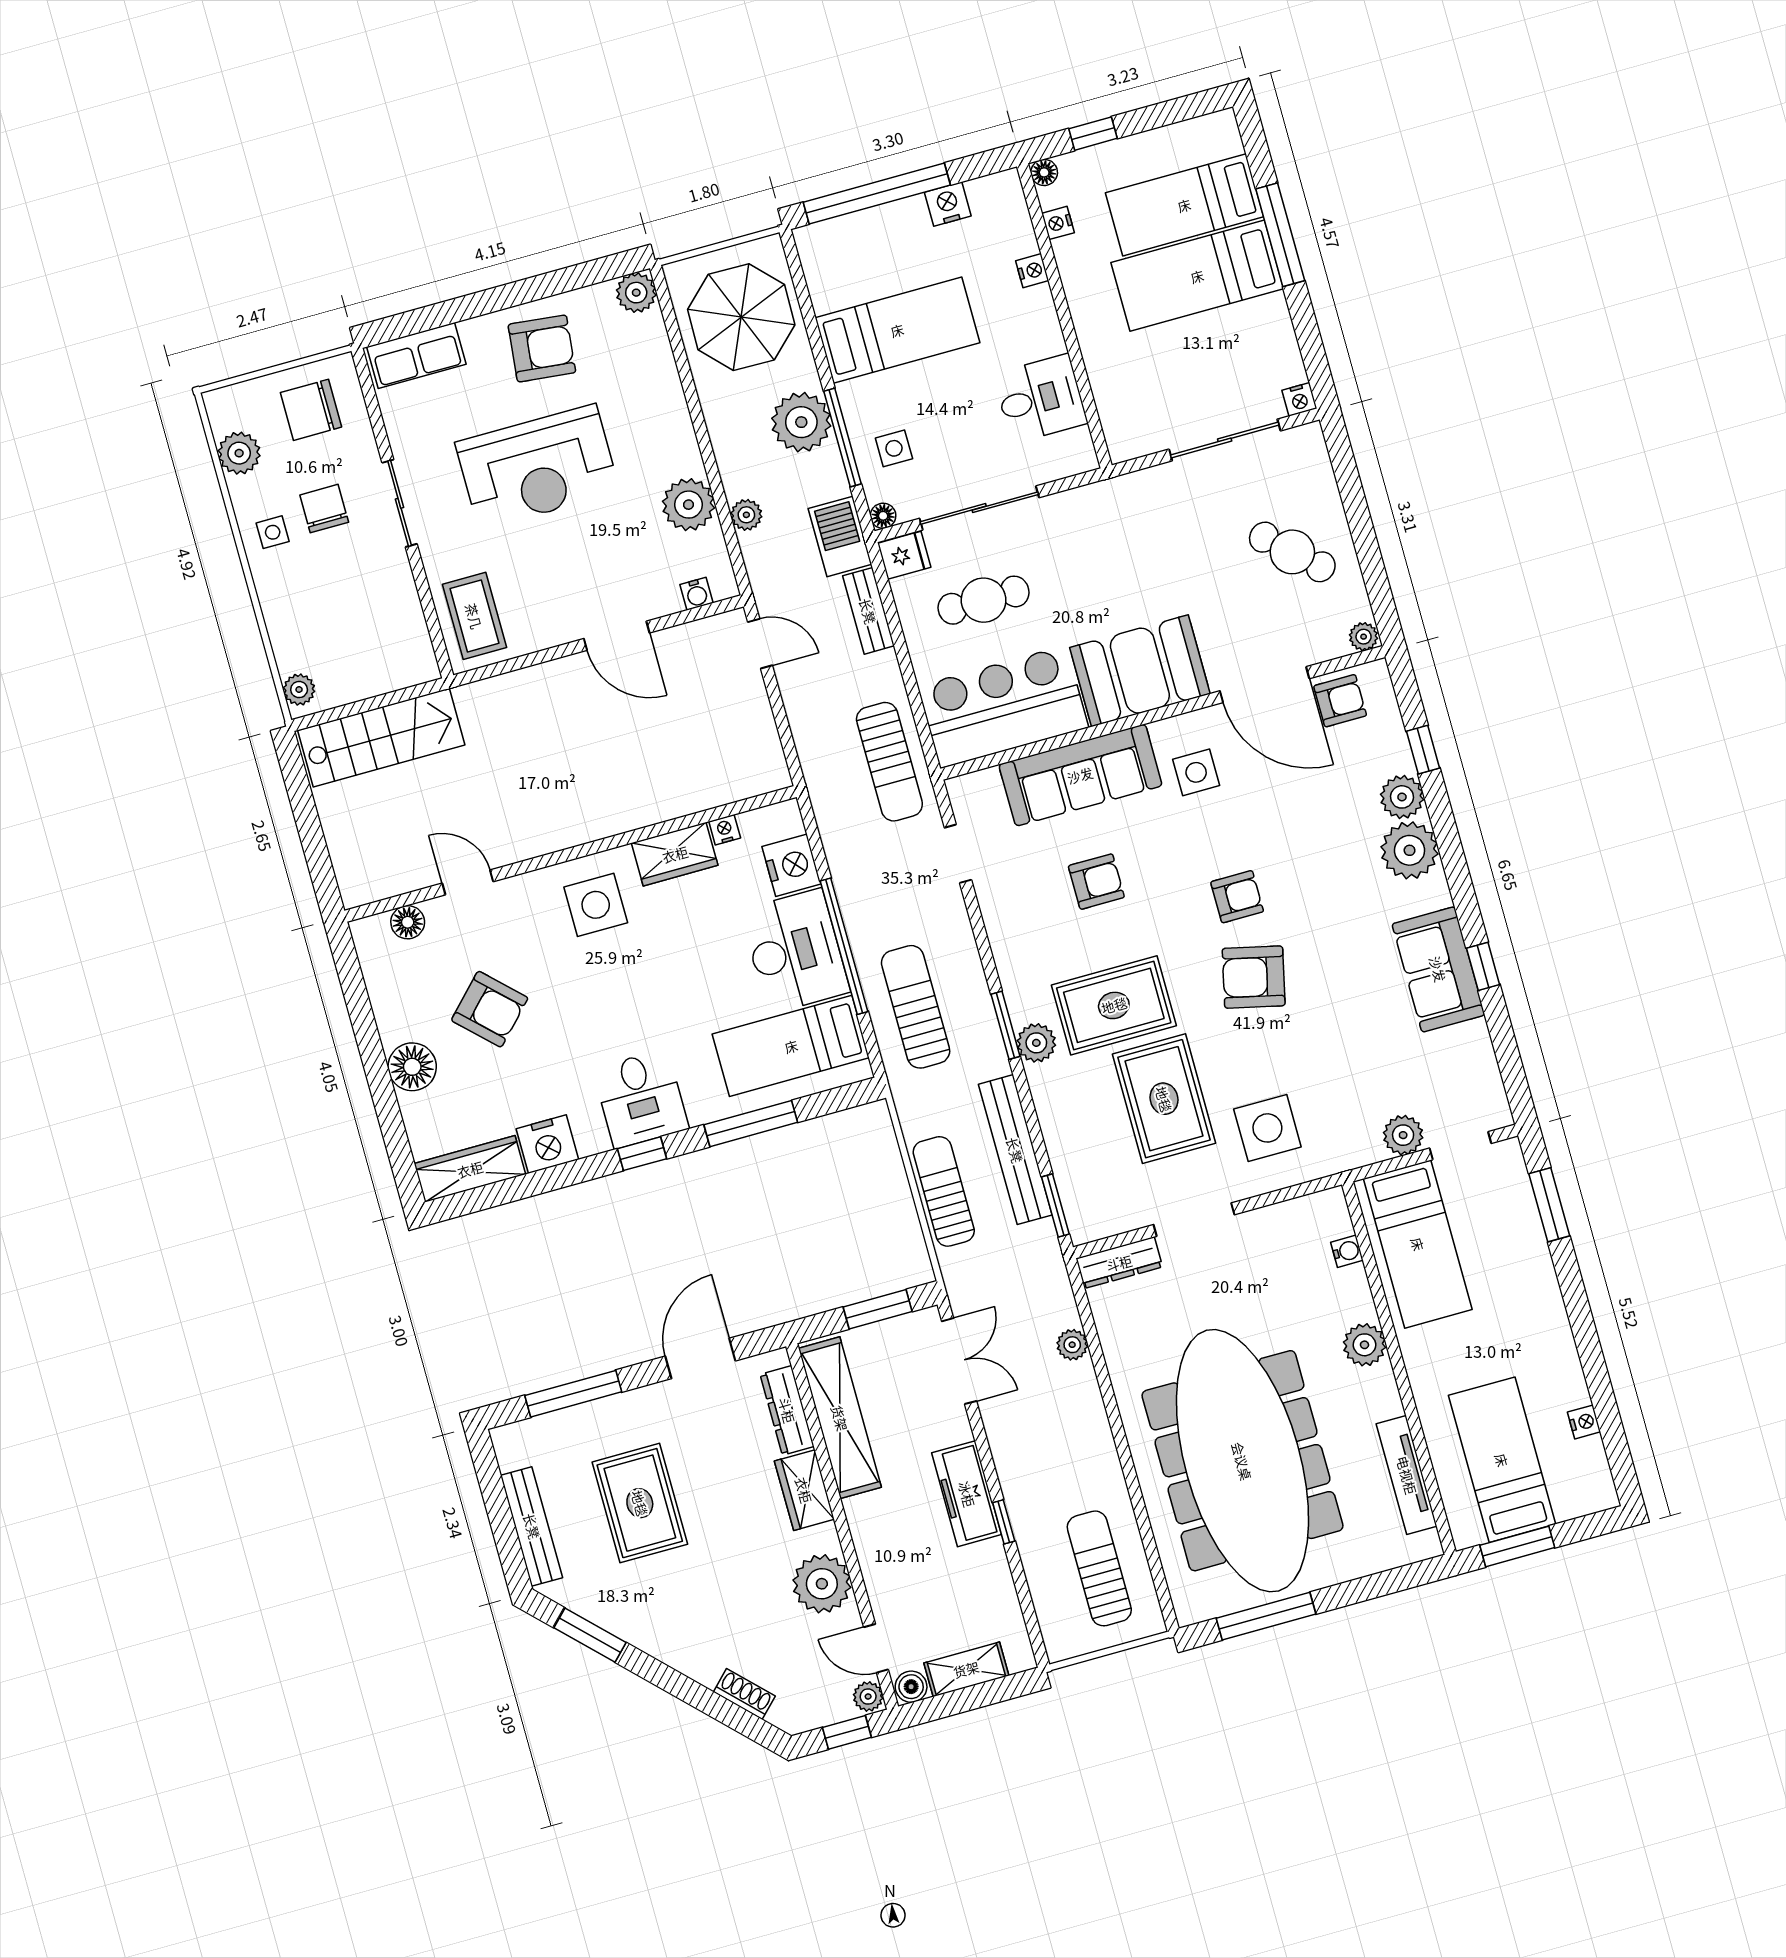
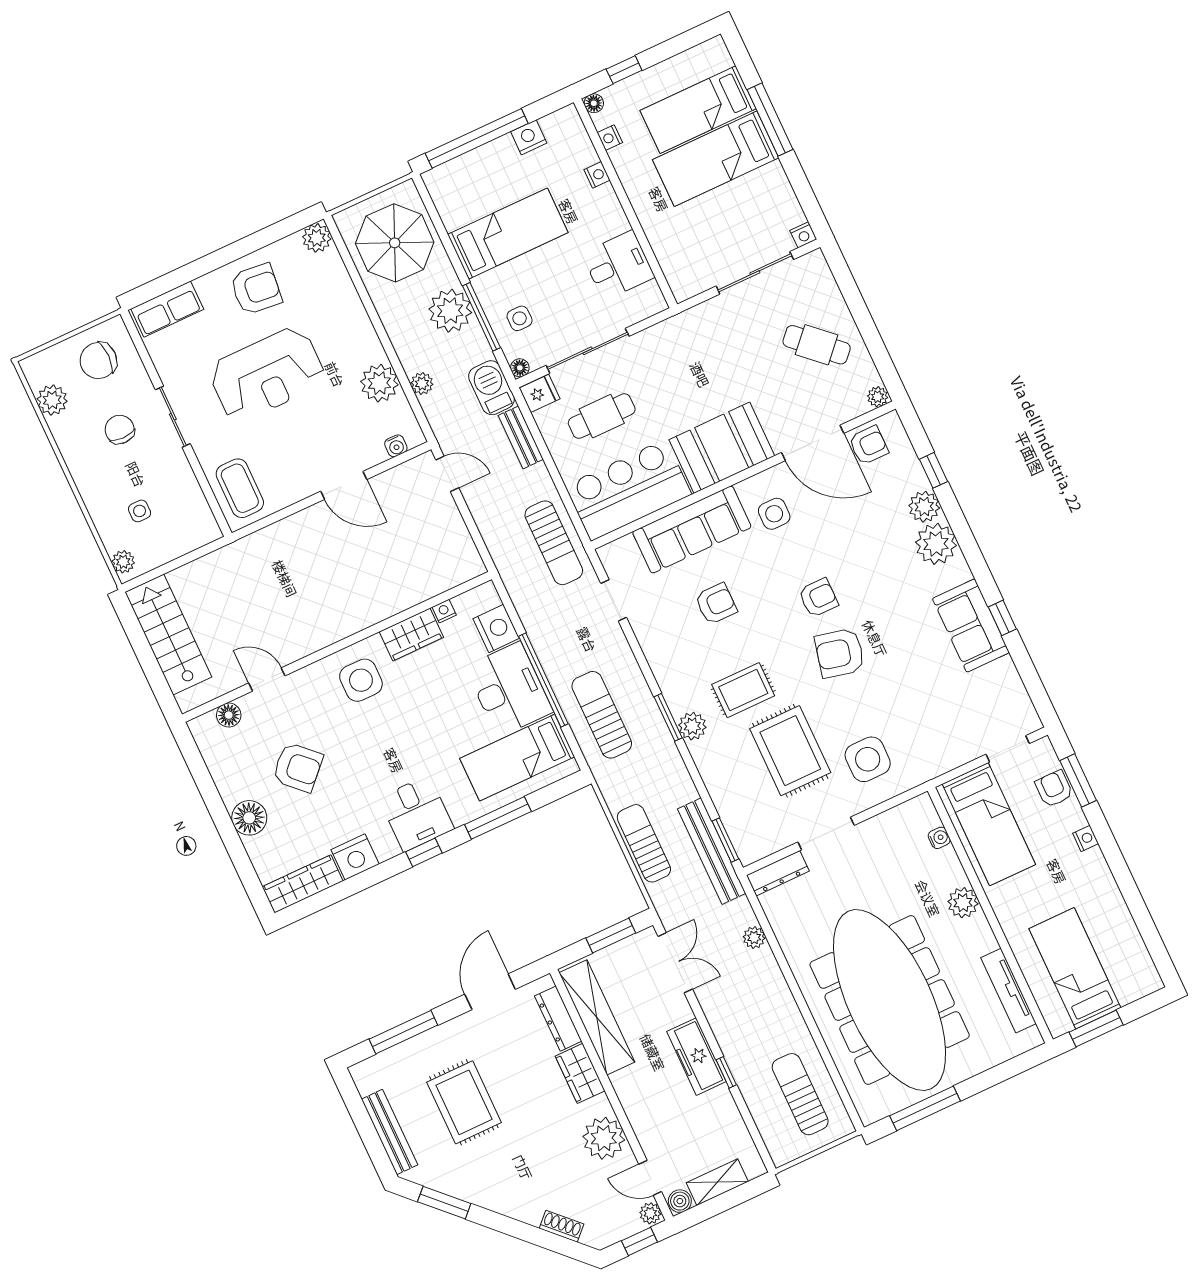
side table: (273, 532) -> (140, 511), moved
stairs: (381, 738) -> (168, 635), moved, turned -90
rug: (1114, 1005) -> (743, 690), width x0.73, depth x0.70
plant: (1403, 1135) -> (965, 748), removed
bench: (1015, 1150) -> (712, 851), moved
armchair: (1514, 1211) -> (1054, 789), added
nightstand: (1584, 1422) -> (1086, 838), moved

